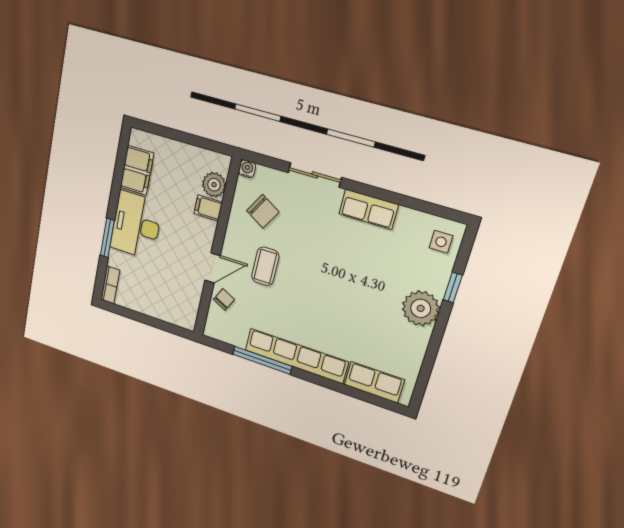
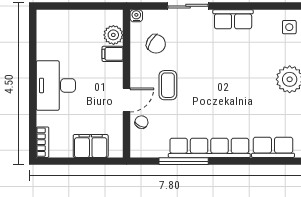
filing cabinet: (137, 170) -> (91, 146), moved, turned -90
window: (107, 238) -> (33, 104), removed

